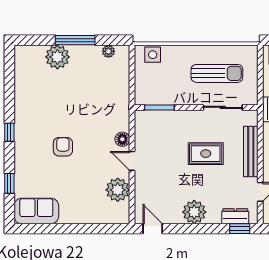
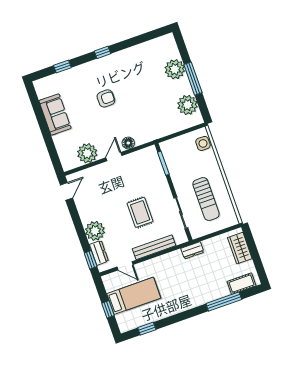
plant: (108, 51) -> (187, 105), width x1.87, depth x1.87
sofa: (36, 211) -> (55, 115), moved
plant: (194, 212) -> (95, 231), moved

